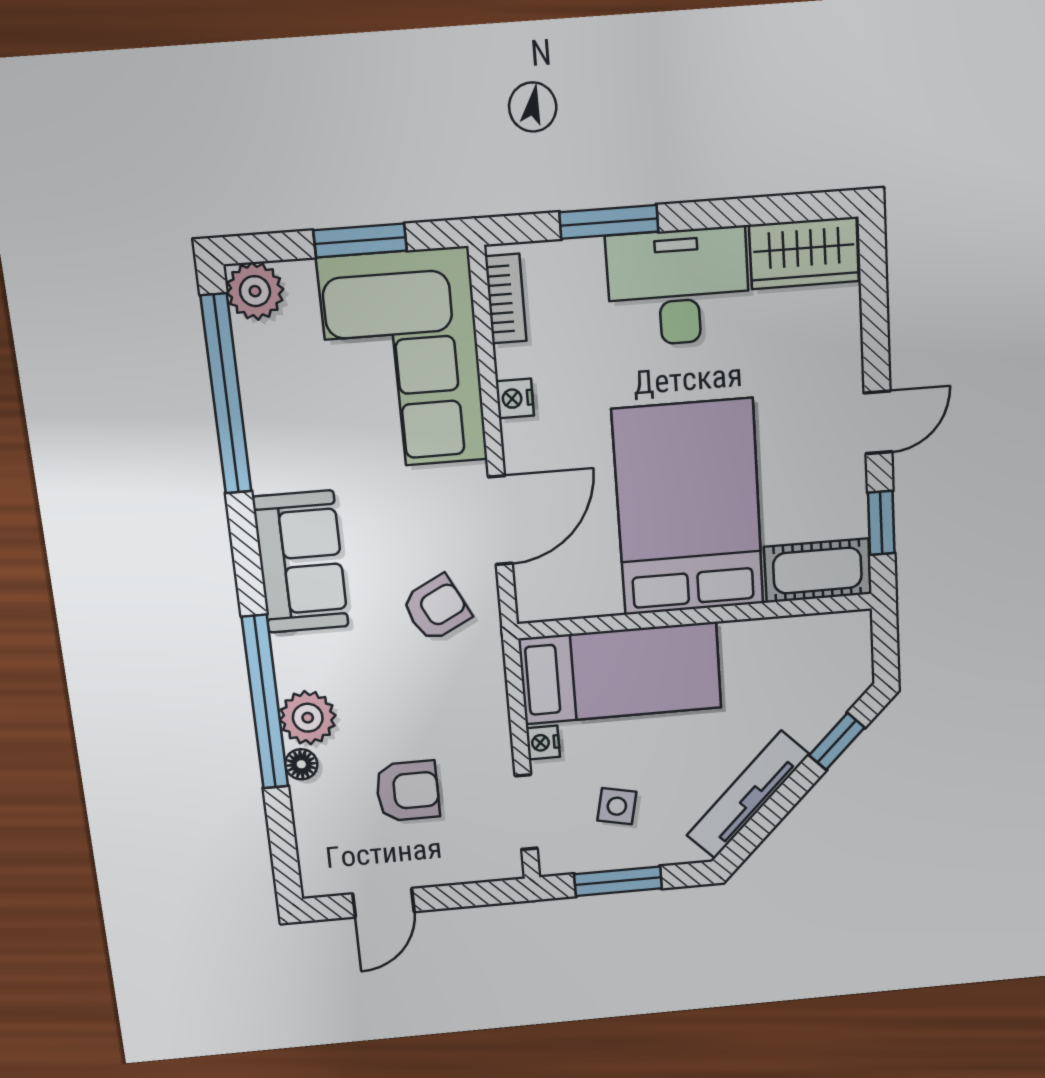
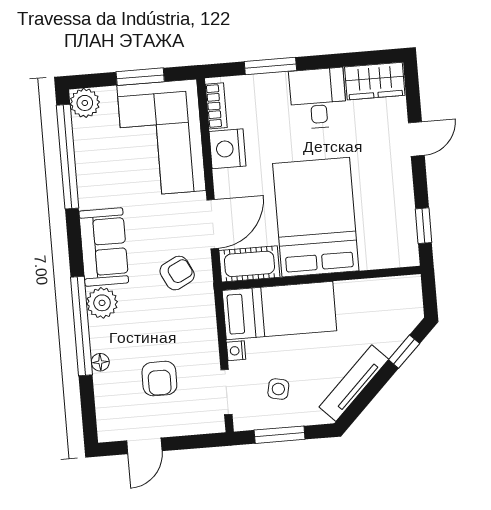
desk: (678, 287) -> (318, 98), width x0.73
nightstand: (515, 398) -> (227, 149), width x1.89, depth x1.79
door: (878, 422) -> (416, 139), moved
cot: (817, 571) -> (249, 264), moved
plant: (308, 718) -> (102, 303), moved
armchair: (408, 791) -> (159, 379), turned 90

